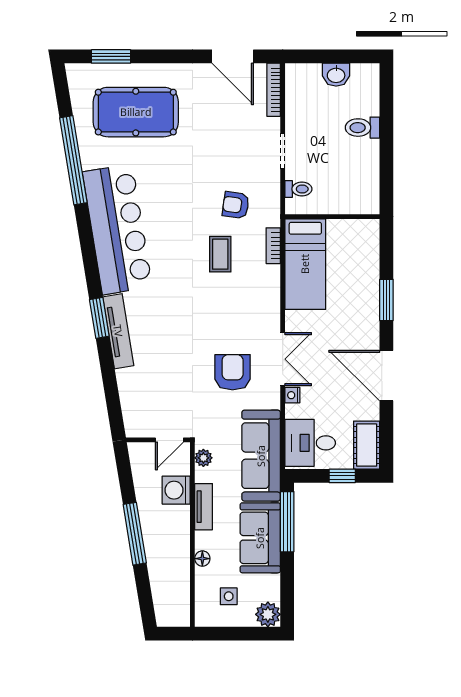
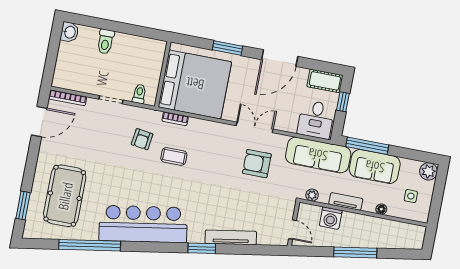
washbasin: (336, 75) -> (70, 32), moved
bed: (305, 264) -> (195, 84), width x2.04
tv unit: (118, 331) -> (231, 237), moved
nightstand: (292, 395) -> (281, 125), removed
door: (169, 440) -> (292, 230), moved

